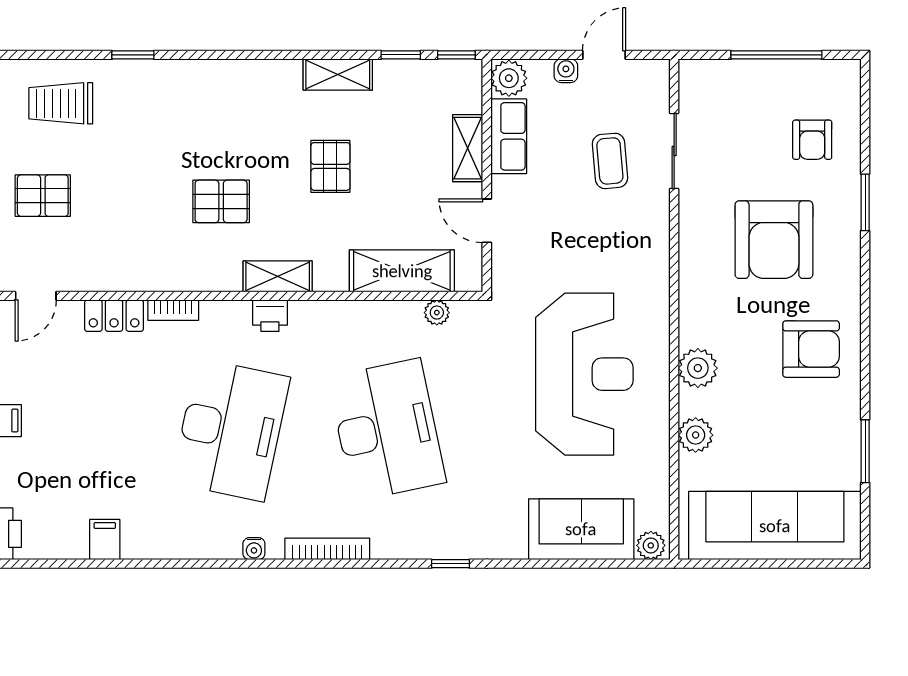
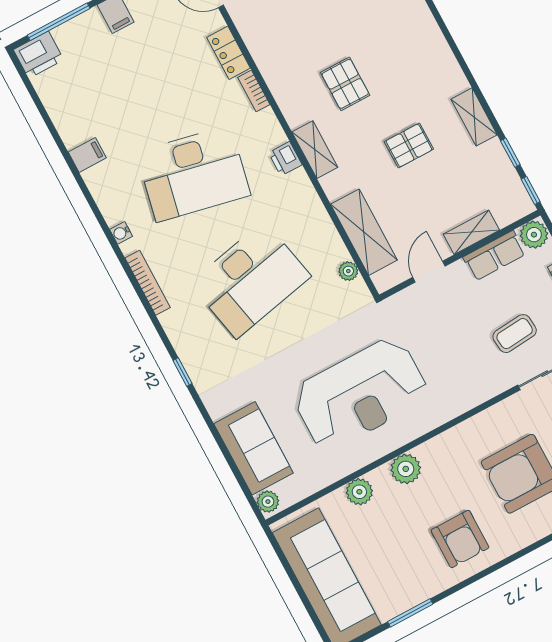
filing cabinet: (105, 540) -> (87, 155), moved

